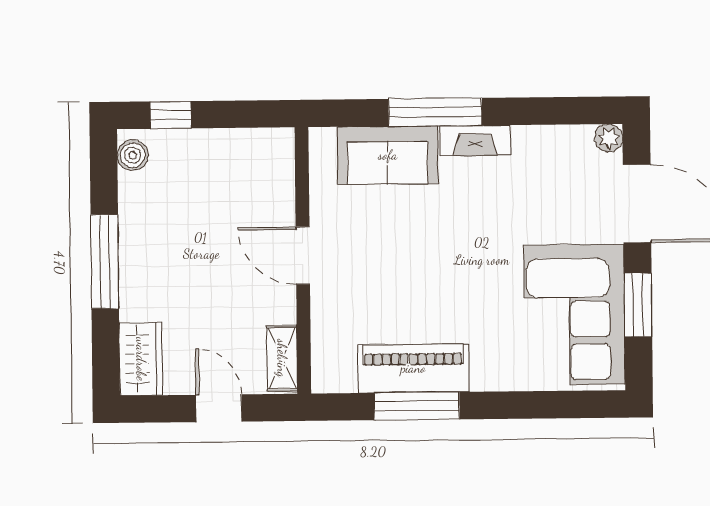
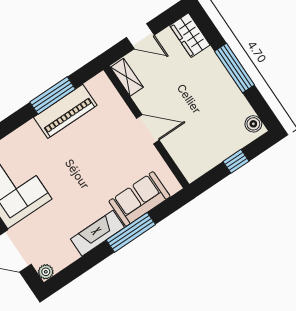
window: (171, 115) -> (236, 161), moved
fireplace: (475, 140) -> (98, 233), width x1.37, depth x1.32

